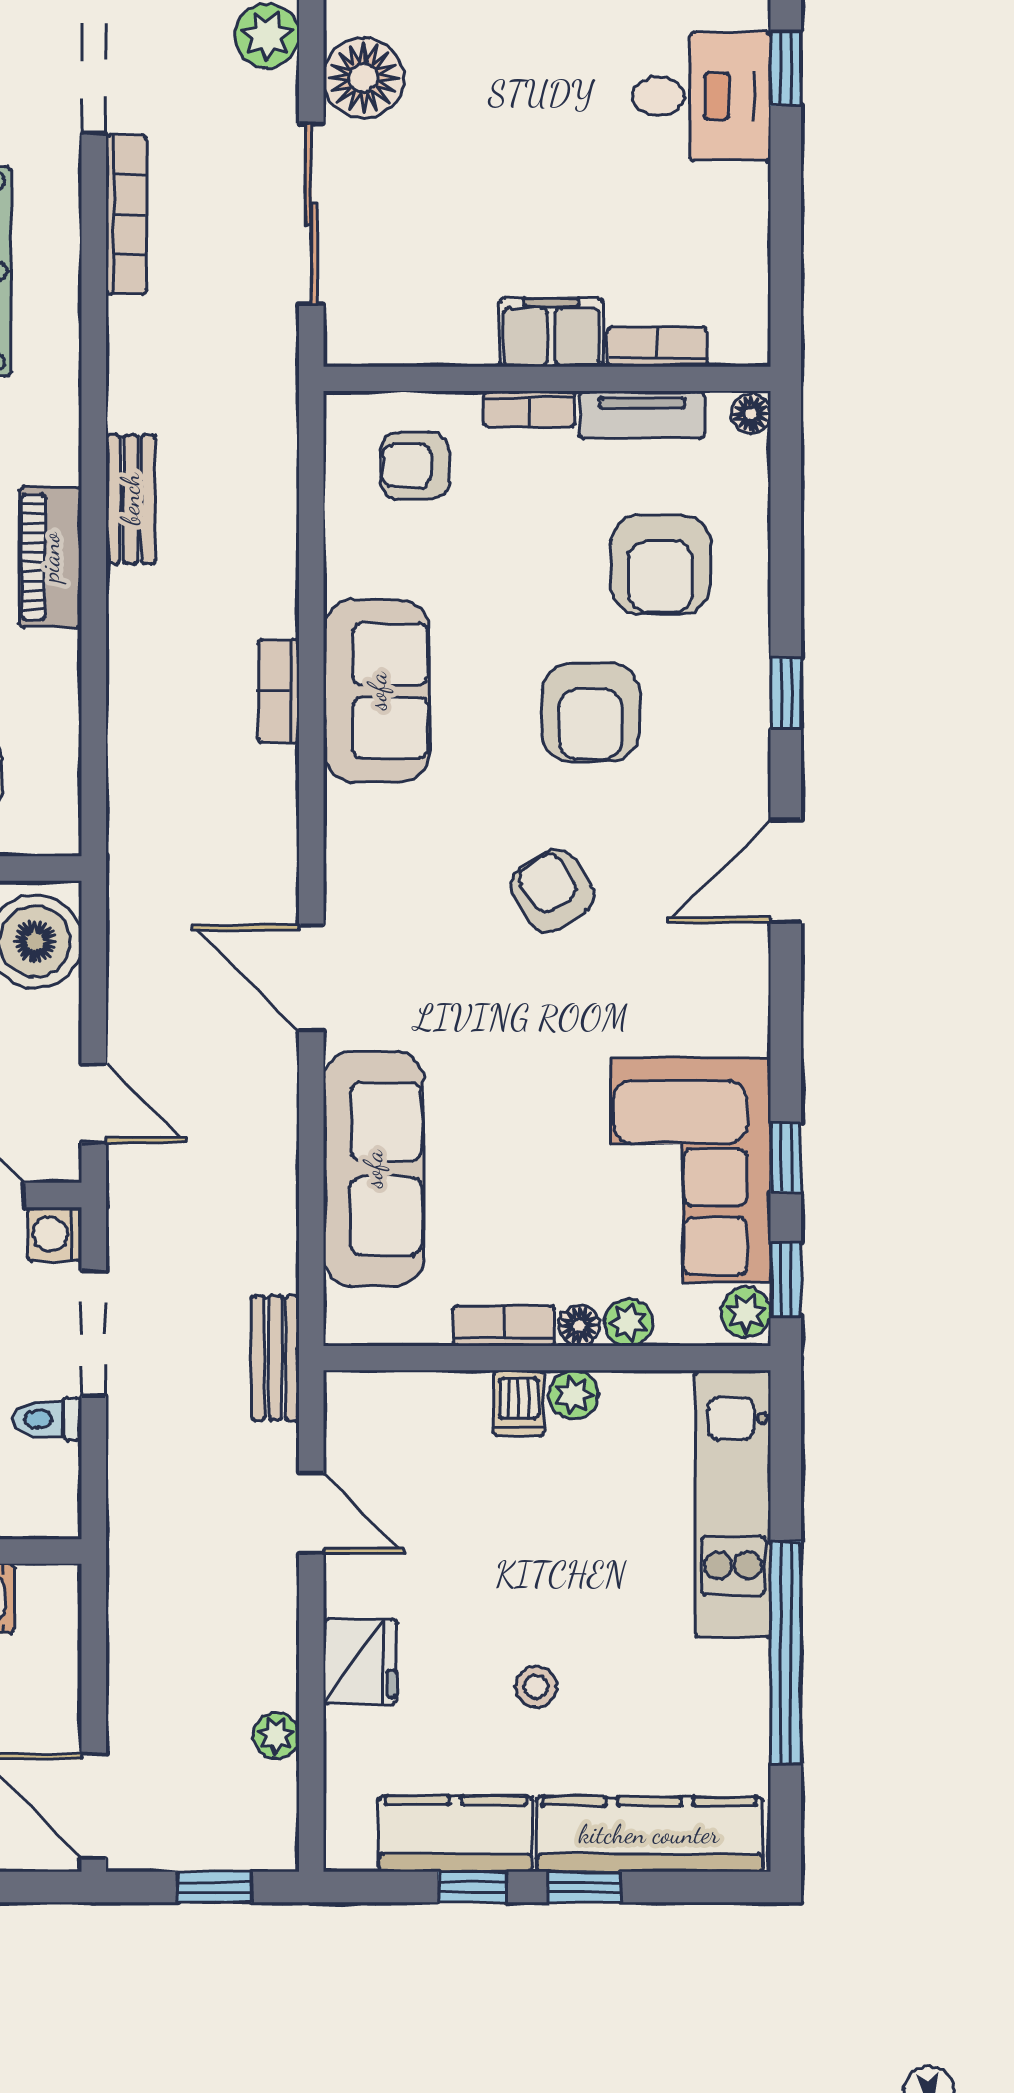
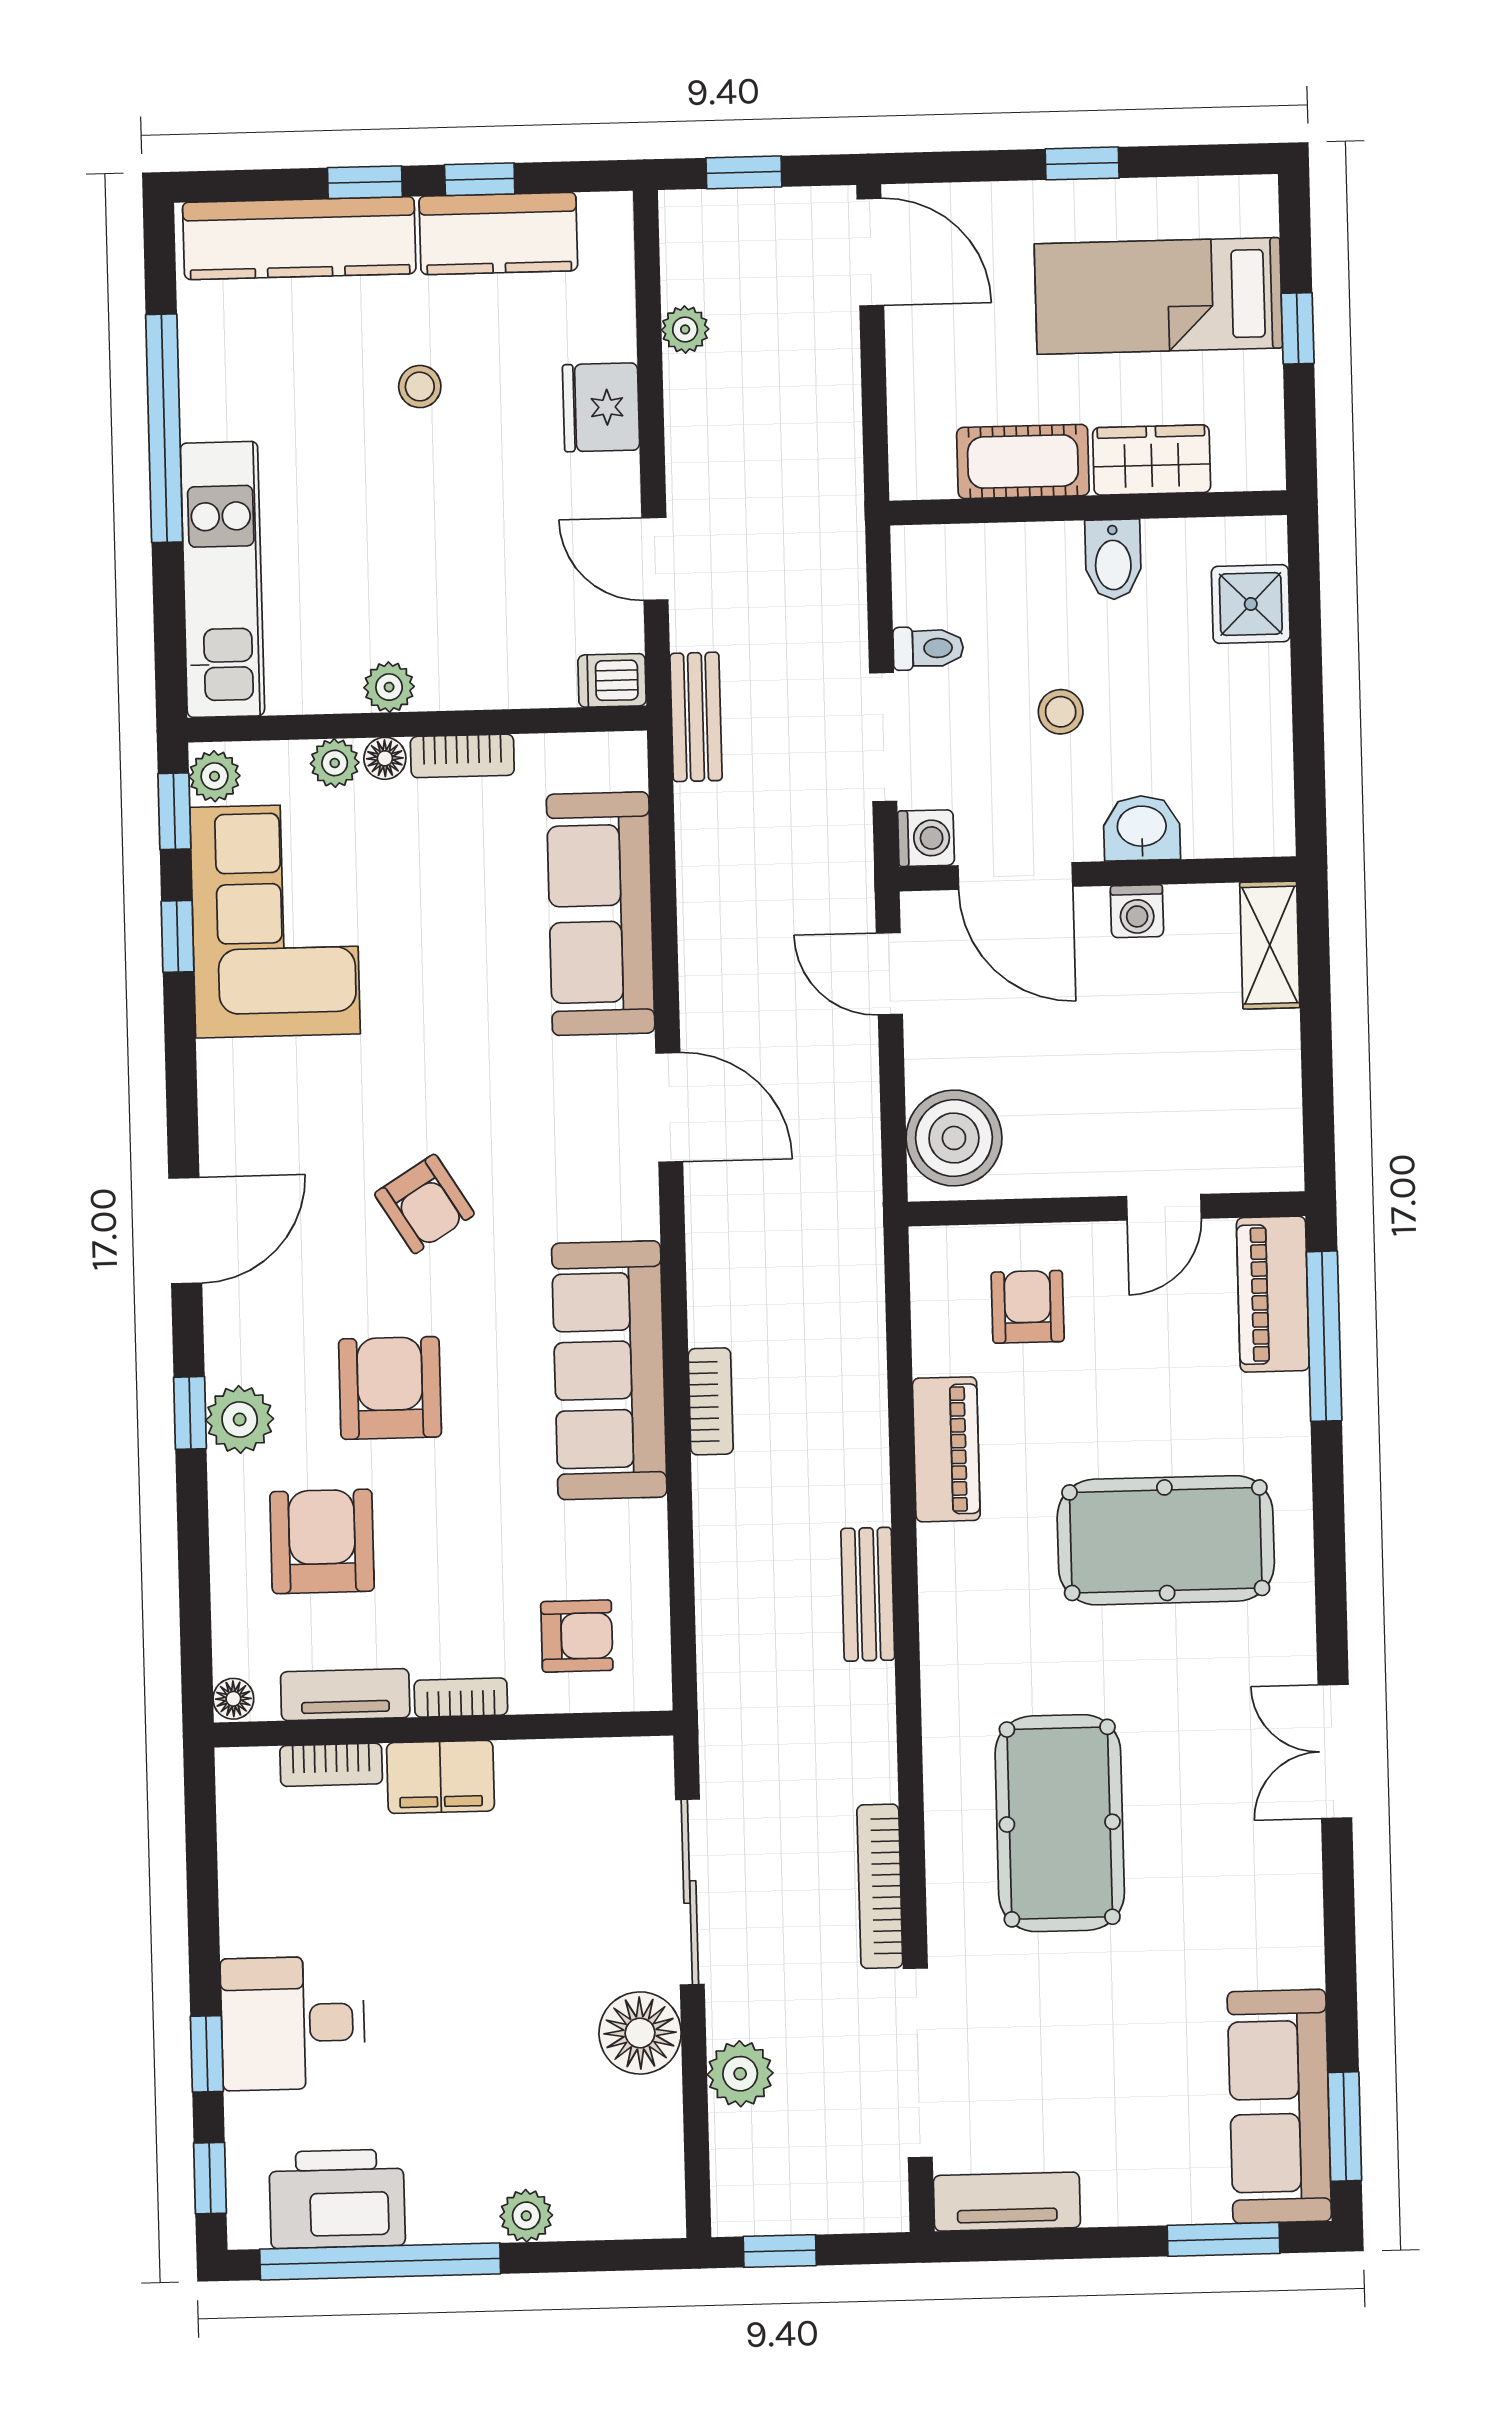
piano: (50, 557) -> (946, 1449), moved
plant: (738, 685) -> (240, 1419), added
sofa: (377, 691) -> (609, 1370), width x1.36
dishwasher: (519, 1403) -> (612, 680), moved, turned -90

